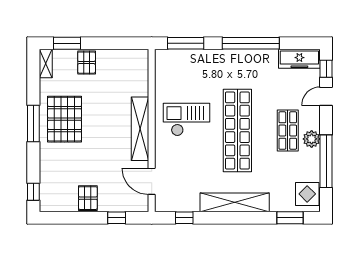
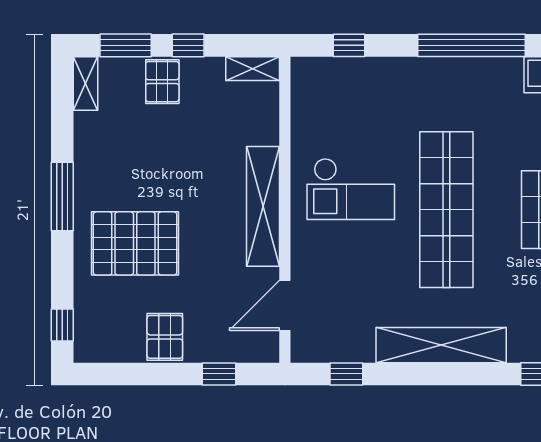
window: (100, 43) -> (188, 45), added
window: (186, 43) -> (349, 45), width x0.46
shelving: (134, 56) -> (253, 69), added
pallet: (65, 119) -> (135, 243), moved, turned 90
checkout: (187, 120) -> (351, 189), turned 180
door: (152, 181) -> (285, 305), hinge flipped

